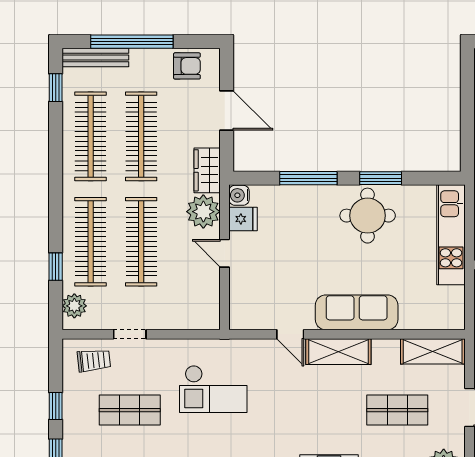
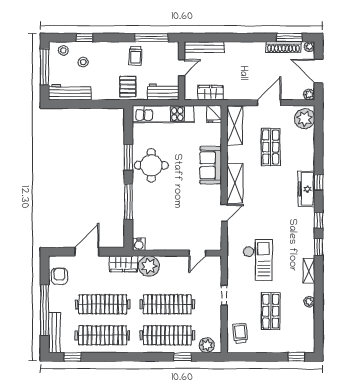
fridge: (243, 219) -> (214, 114), moved, turned 180
door: (225, 253) -> (197, 253), moved
sofa: (357, 312) -> (211, 165), width x0.73
doorway: (130, 334) -> (224, 295), moved
window: (56, 406) -> (268, 357), removed

